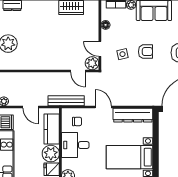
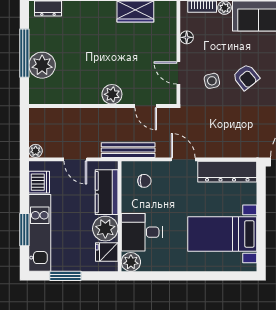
armchair: (145, 52) -> (246, 77), turned 51
plant: (92, 63) -> (112, 94), moved
desk: (75, 145) -> (142, 232), moved

